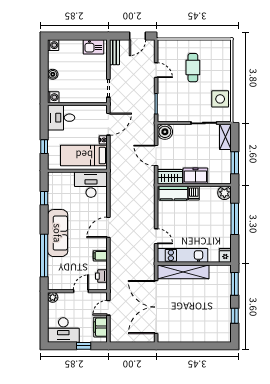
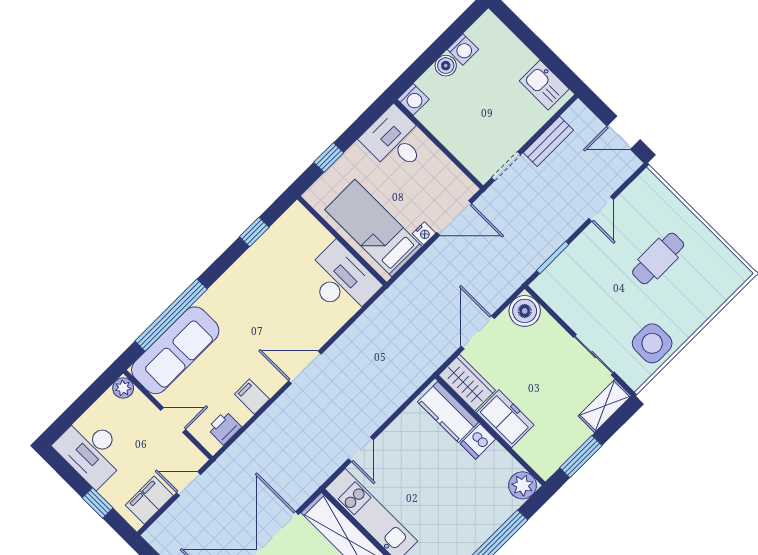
washing machine: (53, 45) -> (463, 49), moved
bench: (114, 52) -> (548, 141), moved
sofa: (58, 233) -> (175, 350), moved

